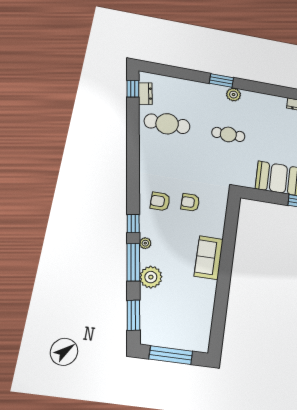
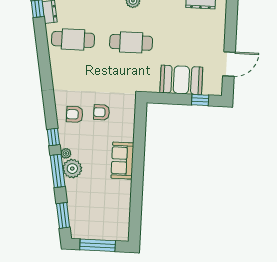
cafe table: (228, 134) -> (131, 42), width x1.37, depth x1.35
plant: (151, 277) -> (72, 169), moved

